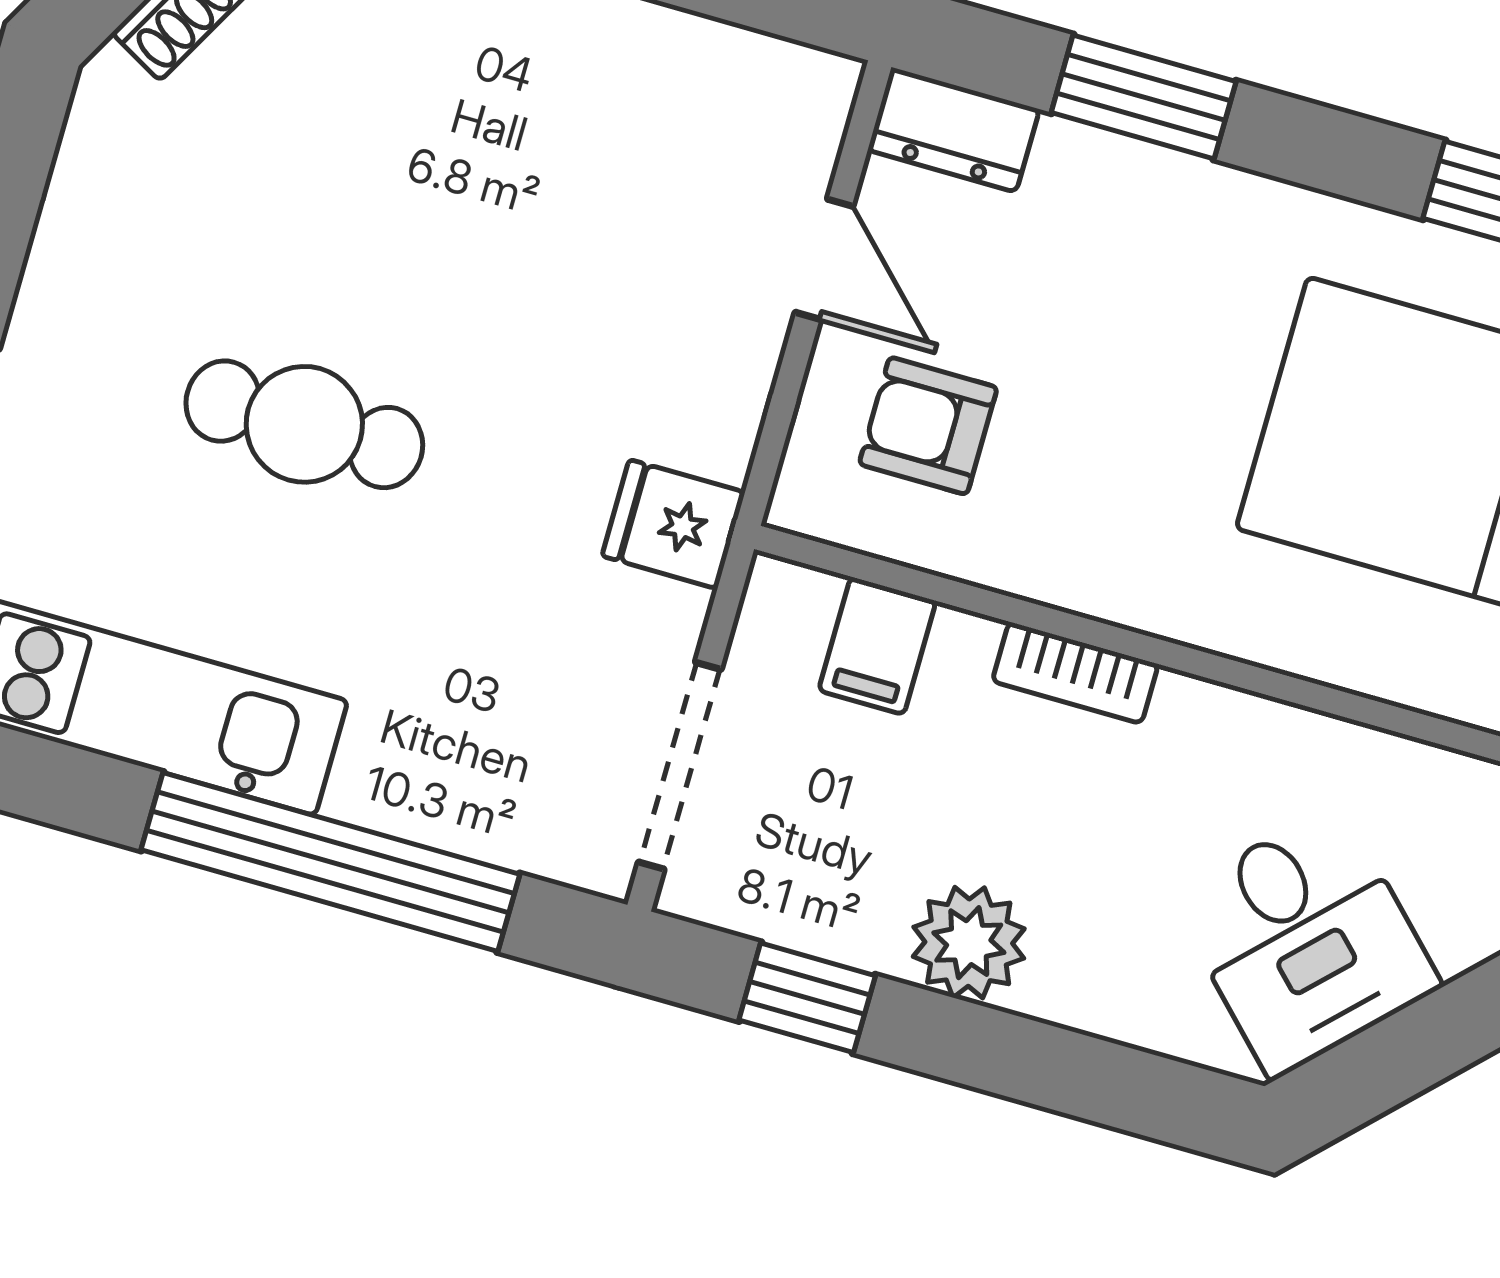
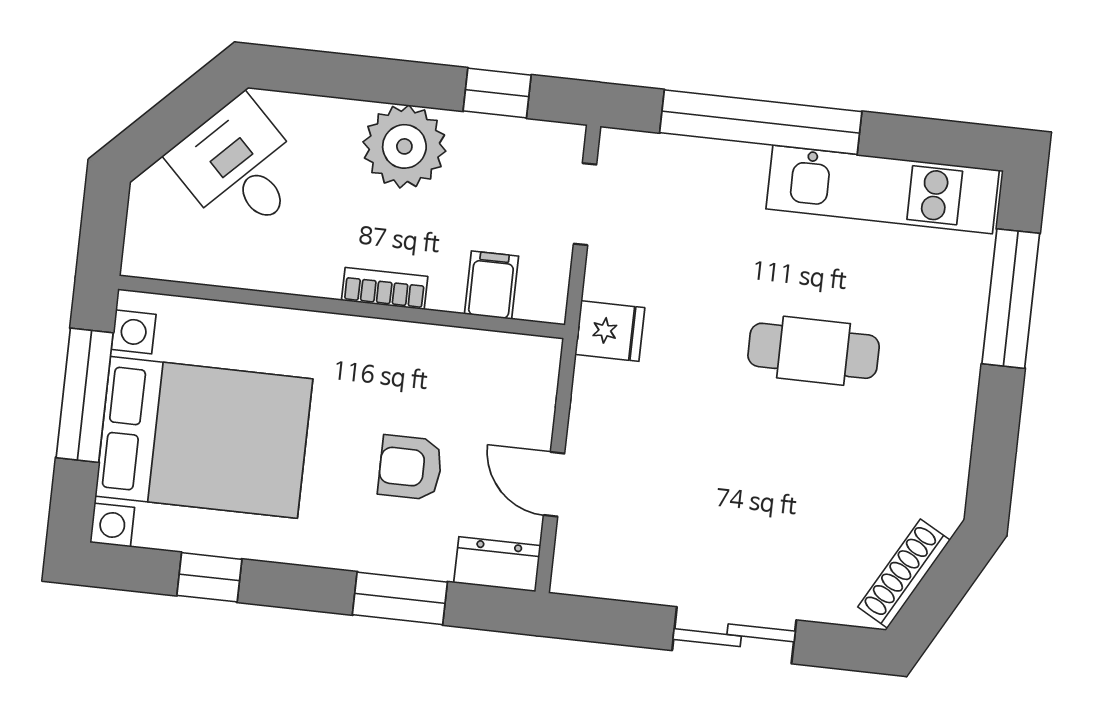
armchair: (928, 426) -> (410, 467), moved, turned 180
doorway: (680, 766) -> (585, 204), width x0.73
plant: (969, 943) -> (404, 146), width x1.36, depth x1.36

